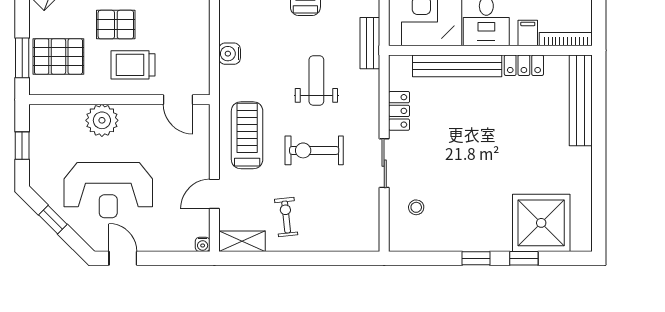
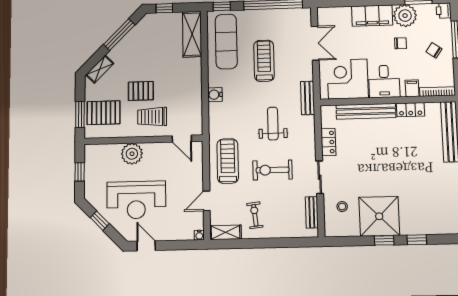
water cooler: (230, 54) -> (215, 95), moved
bench: (371, 215) -> (312, 212), added
shower: (541, 223) -> (379, 216), moved

